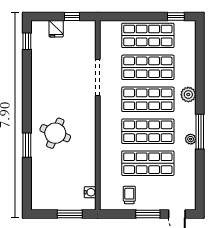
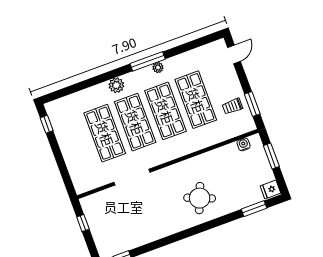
fridge: (56, 29) -> (270, 189), moved, turned 180
shop shelf: (148, 35) -> (74, 144), removed
window: (27, 145) -> (254, 209), moved
window: (148, 214) -> (252, 104), moved

